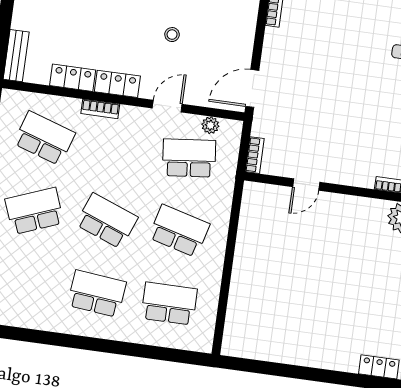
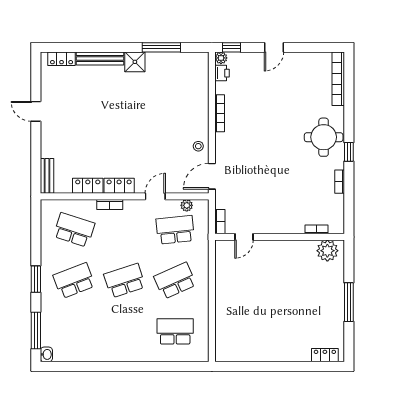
stool: (172, 35) -> (198, 146), moved
door: (306, 184) -> (244, 237), moved
school desk: (107, 221) -> (125, 281), turned -39
school desk: (179, 231) -> (175, 281), turned -39
school desk: (97, 294) -> (125, 331), removed

